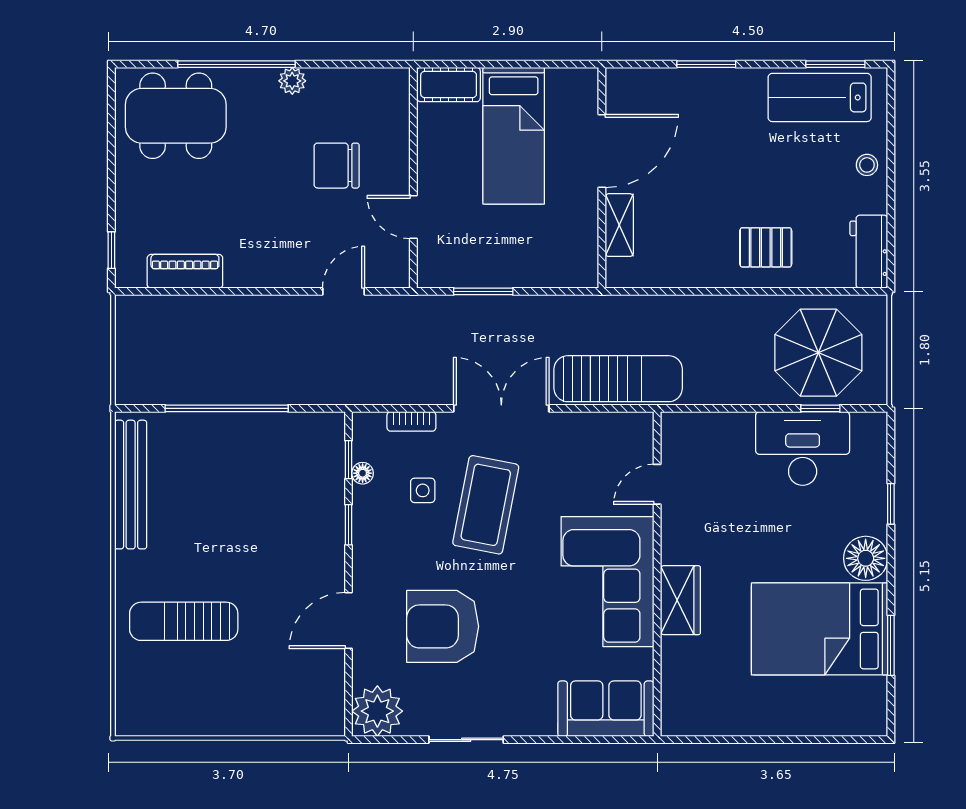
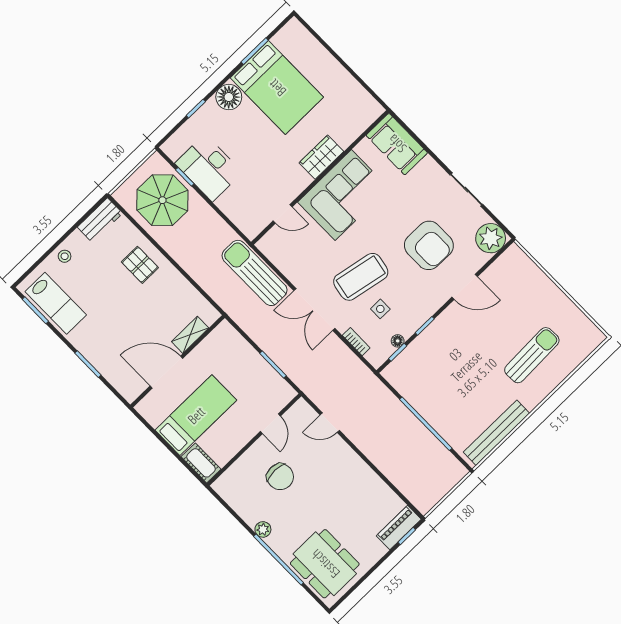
piano: (185, 271) -> (399, 527), moved, turned 90
sun lounger: (184, 621) -> (532, 355), turned -92

